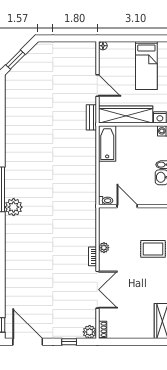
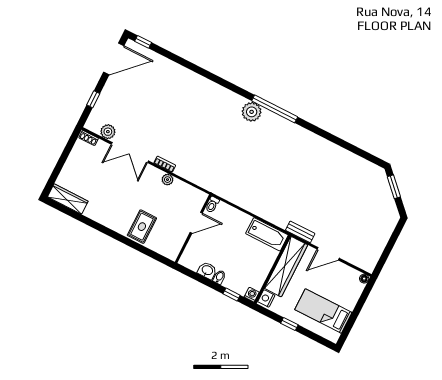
plant: (90, 332) -> (108, 132), moved

